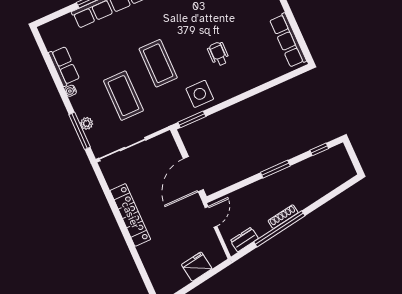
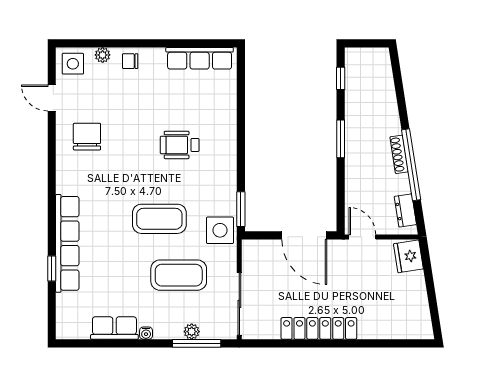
wheelchair: (218, 54) -> (180, 145), width x1.36, depth x1.37
side table: (200, 94) -> (220, 230), moved
fridge: (197, 267) -> (408, 256), moved

